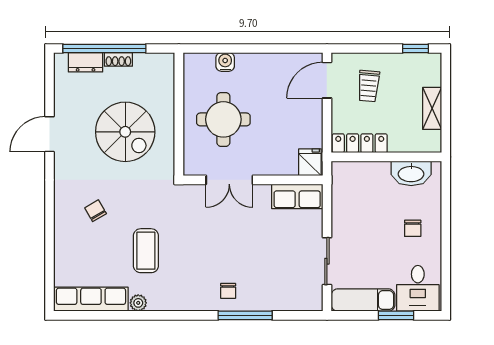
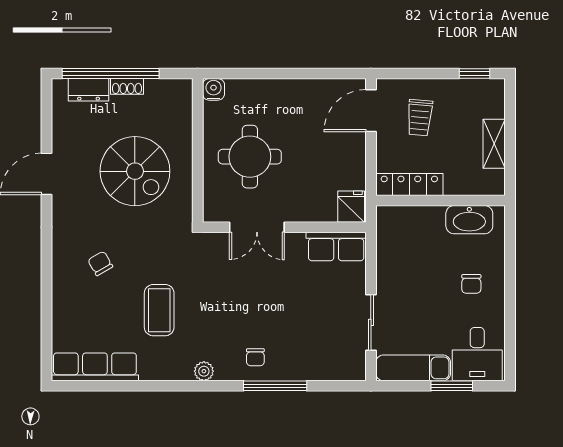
water cooler: (225, 62) -> (214, 89), moved
plant: (138, 303) -> (204, 371), moved

